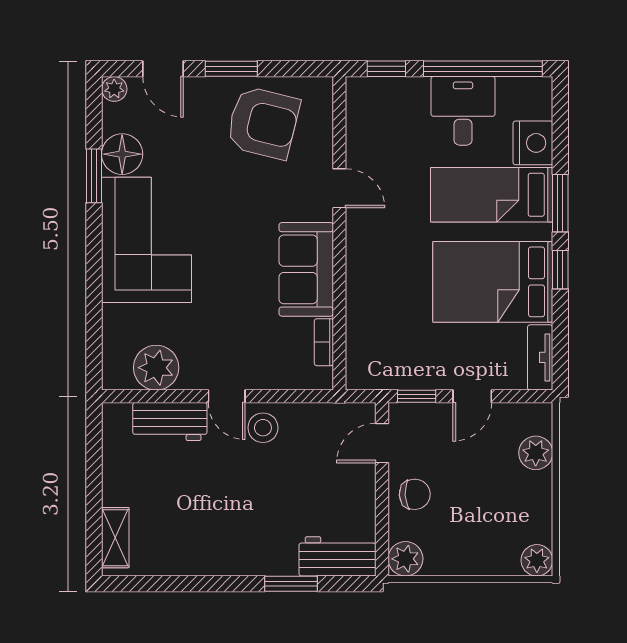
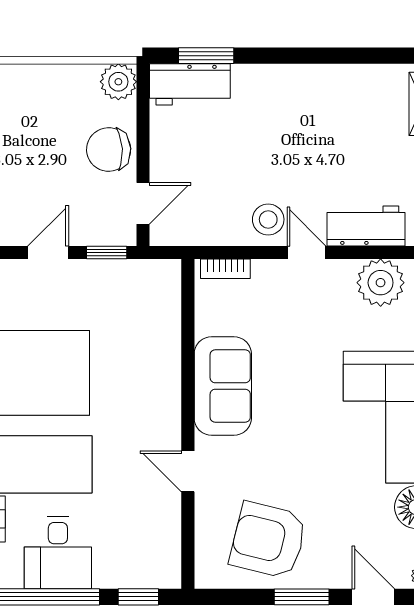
bookcase: (324, 342) -> (225, 269), moved, turned 90
chair: (415, 494) -> (109, 150), width x1.37, depth x1.37
window: (291, 584) -> (206, 56), moved

